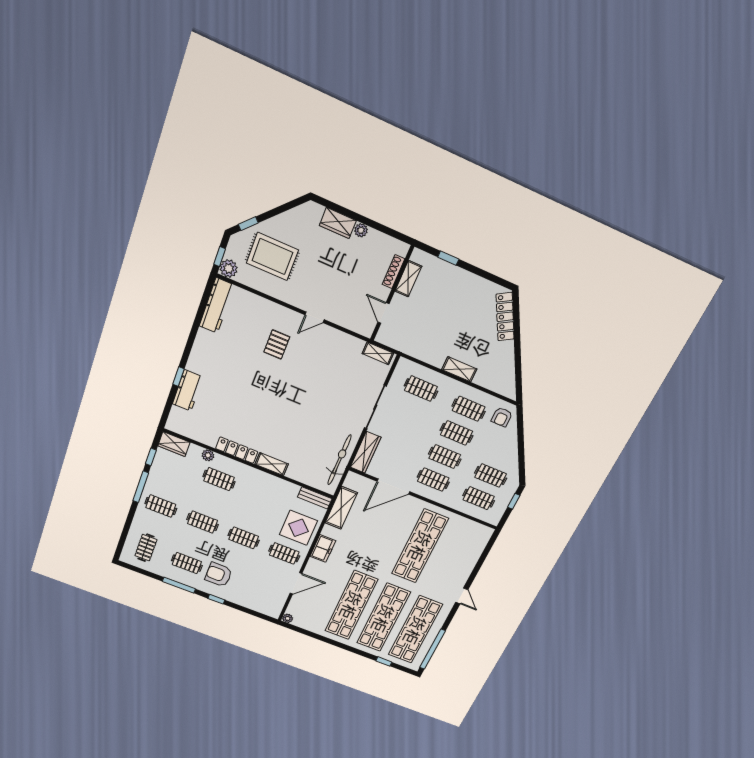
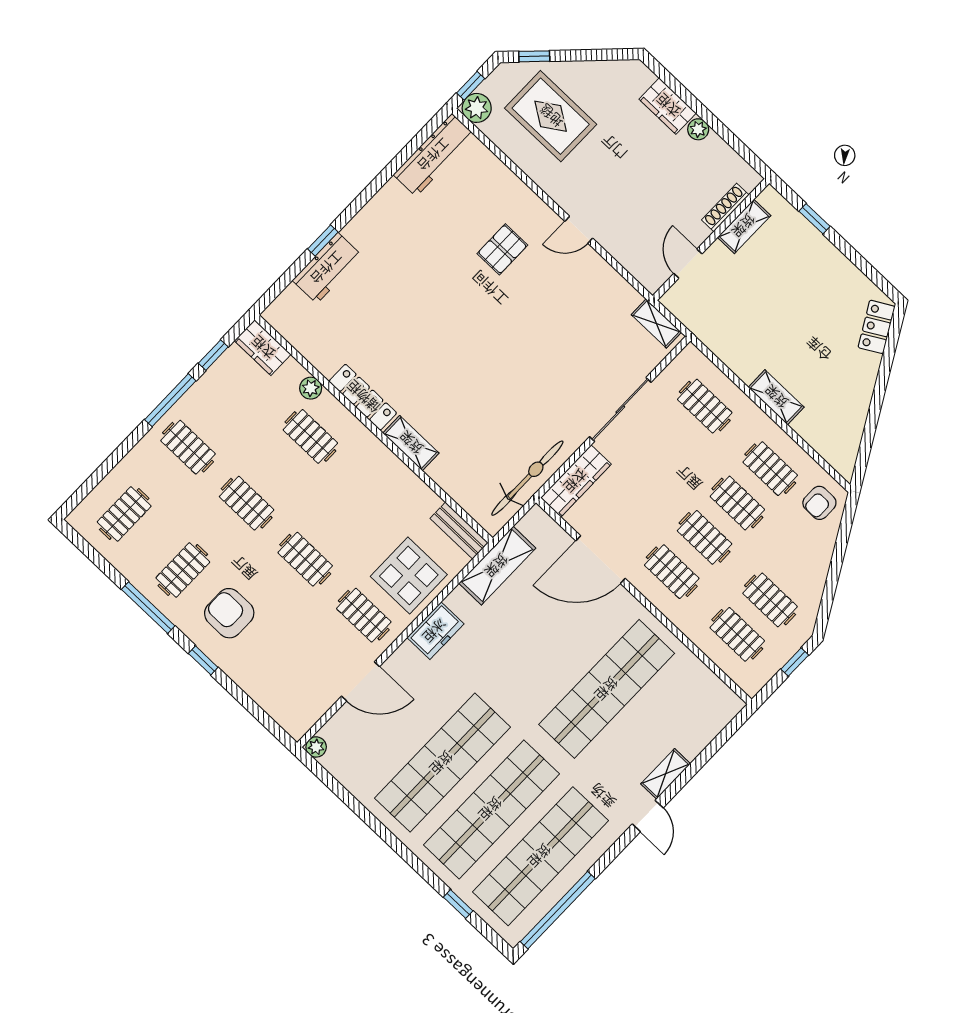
locker: (505, 317) -> (877, 327), width x0.66
clothes rail: (187, 563) -> (183, 570), turned 90
shelving: (464, 575) -> (666, 774), added

